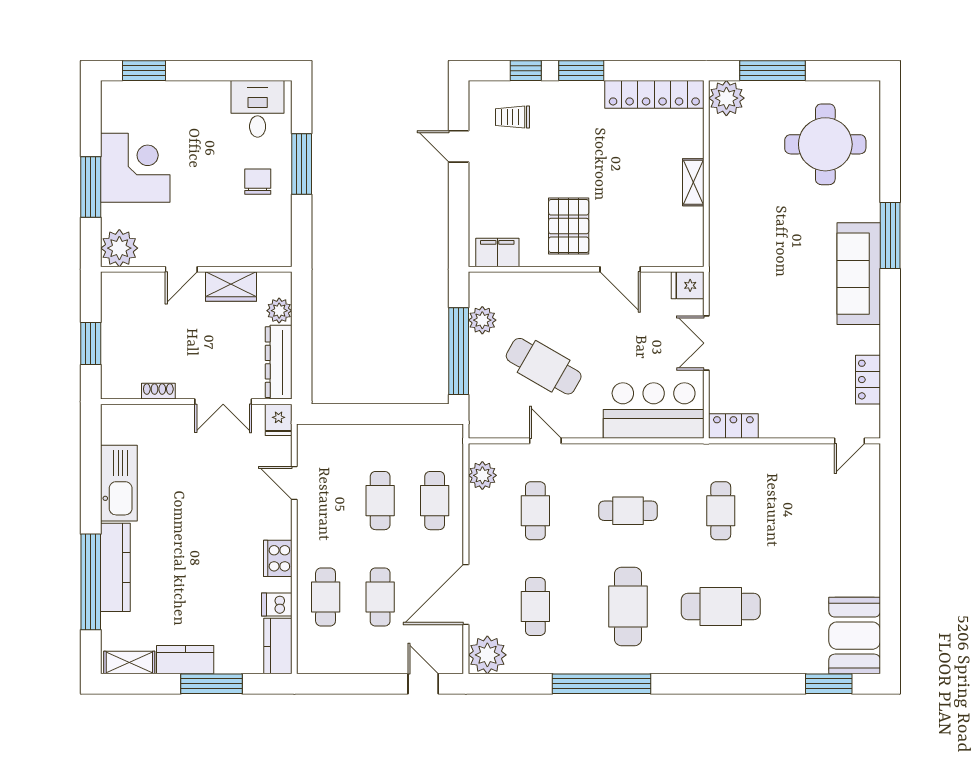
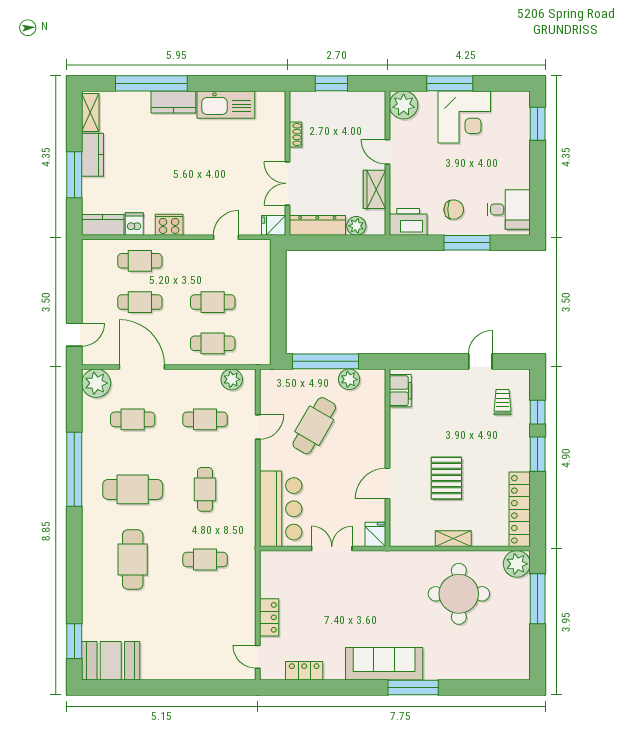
round table: (825, 144) -> (459, 594), moved
pallet: (569, 226) -> (446, 478), moved, turned 90
printer: (274, 242) -> (408, 222), added
locker: (733, 426) -> (269, 617), moved
kitchen counter: (115, 567) -> (173, 102), width x0.67

